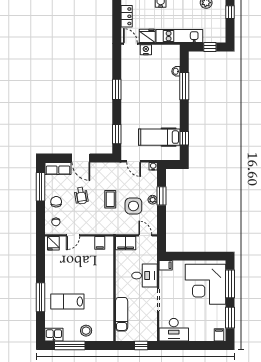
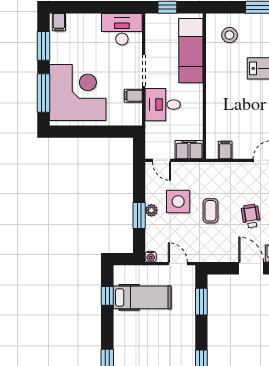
filing cabinet: (166, 265) -> (133, 96), moved
exam couch: (122, 314) -> (191, 51), width x1.36, depth x1.45
stool: (86, 331) -> (229, 35), moved

